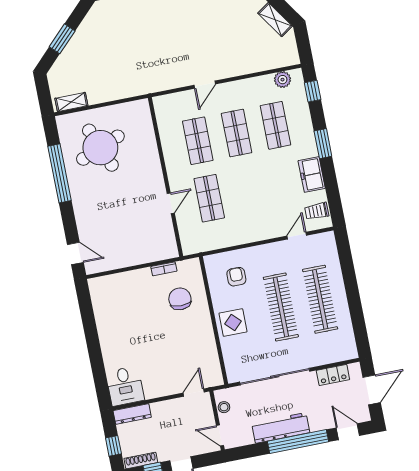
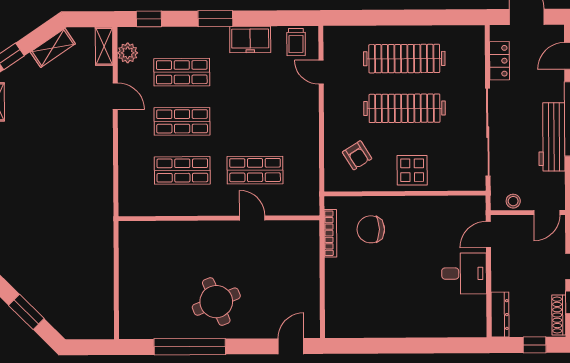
door: (205, 85) -> (115, 96), moved
shelving: (71, 102) -> (104, 46), moved
round table: (100, 148) -> (216, 302), moved, width x0.73, depth x0.73
bookcase: (164, 269) -> (330, 233), width x1.56
armchair: (236, 277) -> (357, 155), turned -122
desk: (125, 386) -> (464, 273), moved
door: (194, 393) -> (488, 235), hinge flipped

